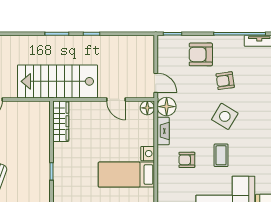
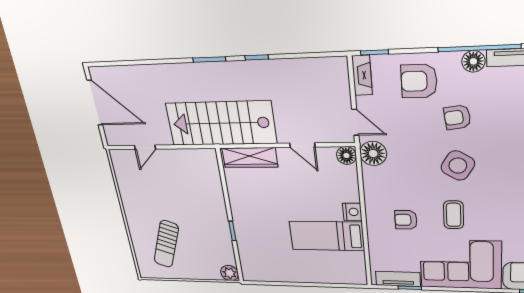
floor lamp: (236, 42) -> (473, 61), added
wardrobe: (61, 121) -> (250, 157), moved, turned 90
fireplace: (163, 131) -> (362, 75), moved

